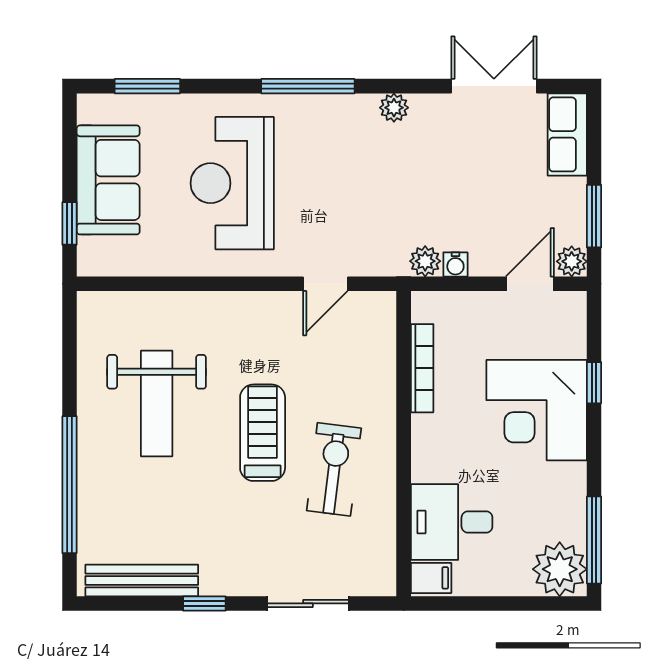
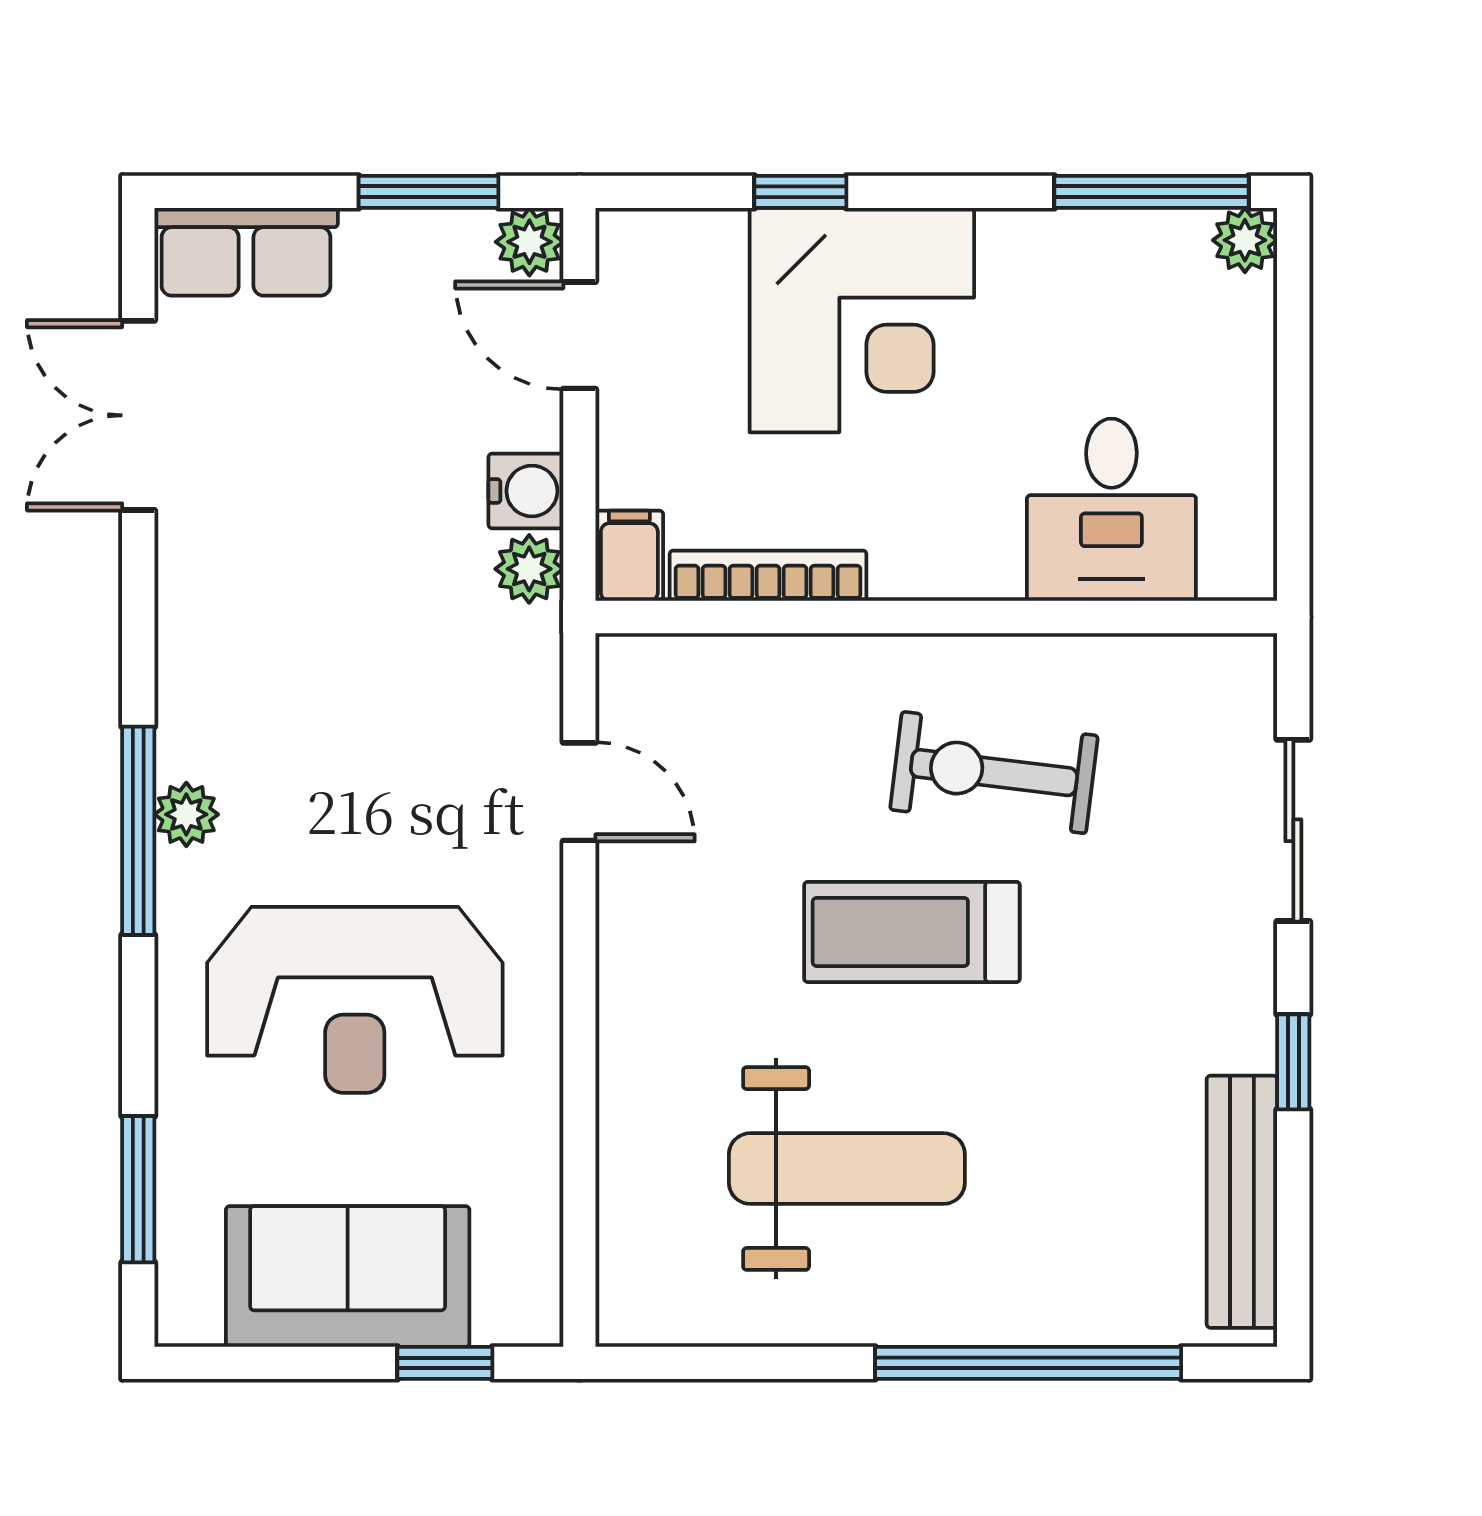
plant: (394, 108) -> (186, 814), moved
water cooler: (455, 264) -> (526, 491), width x1.38, depth x1.38
plant: (560, 569) -> (1245, 240), width x0.53, depth x0.53
filing cabinet: (431, 578) -> (629, 556), moved

